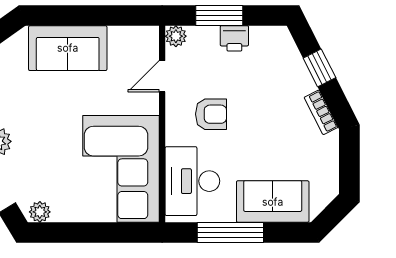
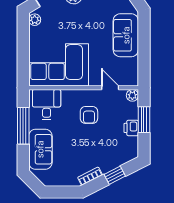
desk: (192, 181) -> (47, 105), width x0.73

